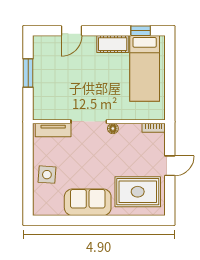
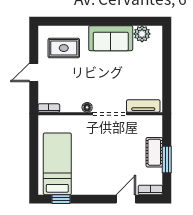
bookcase: (46, 41) -> (150, 190), added
cot: (113, 44) -> (154, 152), moved, turned 90
side table: (47, 175) -> (149, 64), removed
rug: (138, 192) -> (64, 48), width x0.73, depth x0.70
plant: (54, 207) -> (142, 34), added

